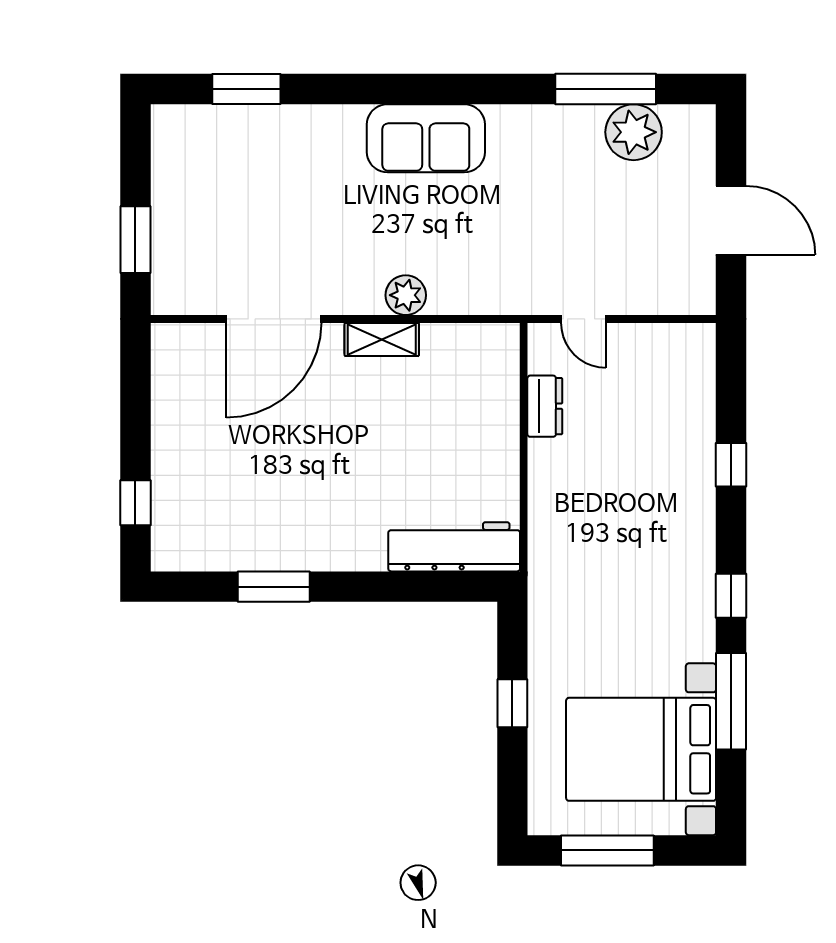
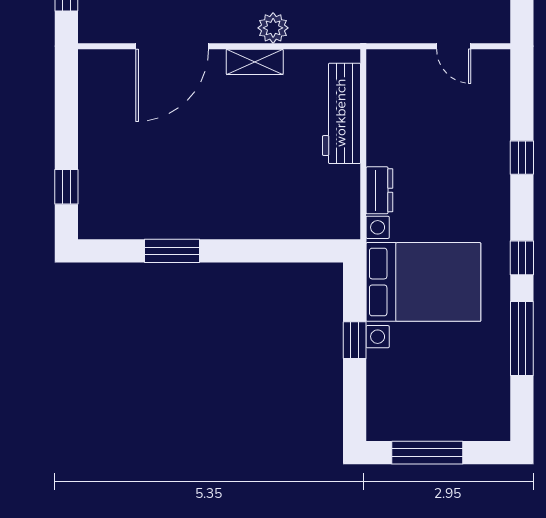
door: (583, 319) -> (454, 46), moved
dresser: (545, 406) -> (379, 190), moved
workbench: (454, 547) -> (341, 113), moved, turned -90
bed with nightstands: (641, 749) -> (423, 282), moved, turned 180

